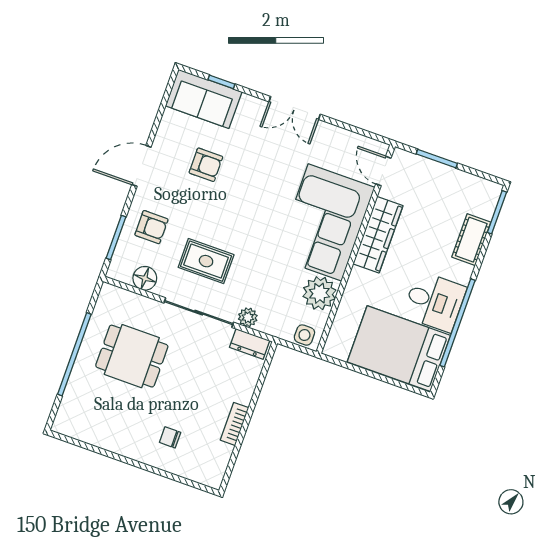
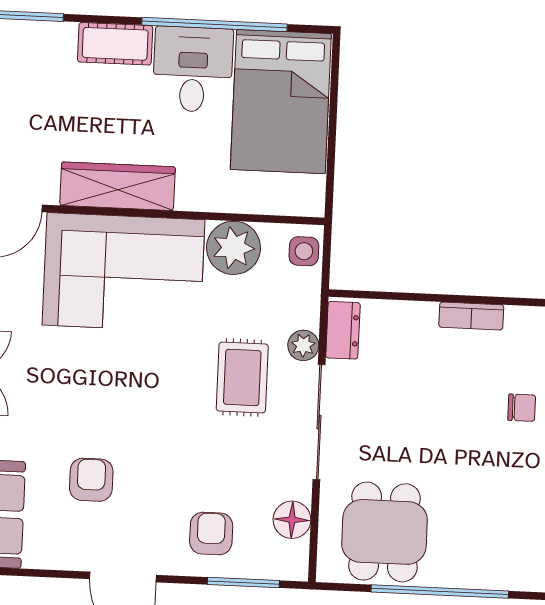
cot: (471, 240) -> (115, 44), moved
rug: (206, 261) -> (242, 377), moved
dining table: (132, 356) -> (384, 532), moved
chair: (170, 437) -> (522, 408), turned -90

